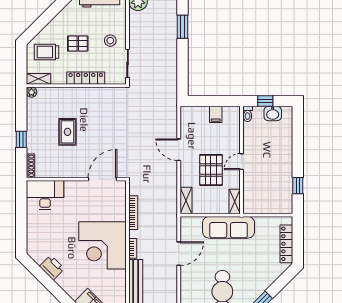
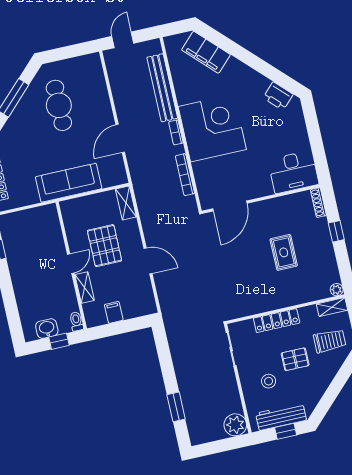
stool: (110, 41) -> (269, 381), moved
shelving: (235, 201) -> (85, 287), moved
printer: (52, 268) -> (278, 96), moved

